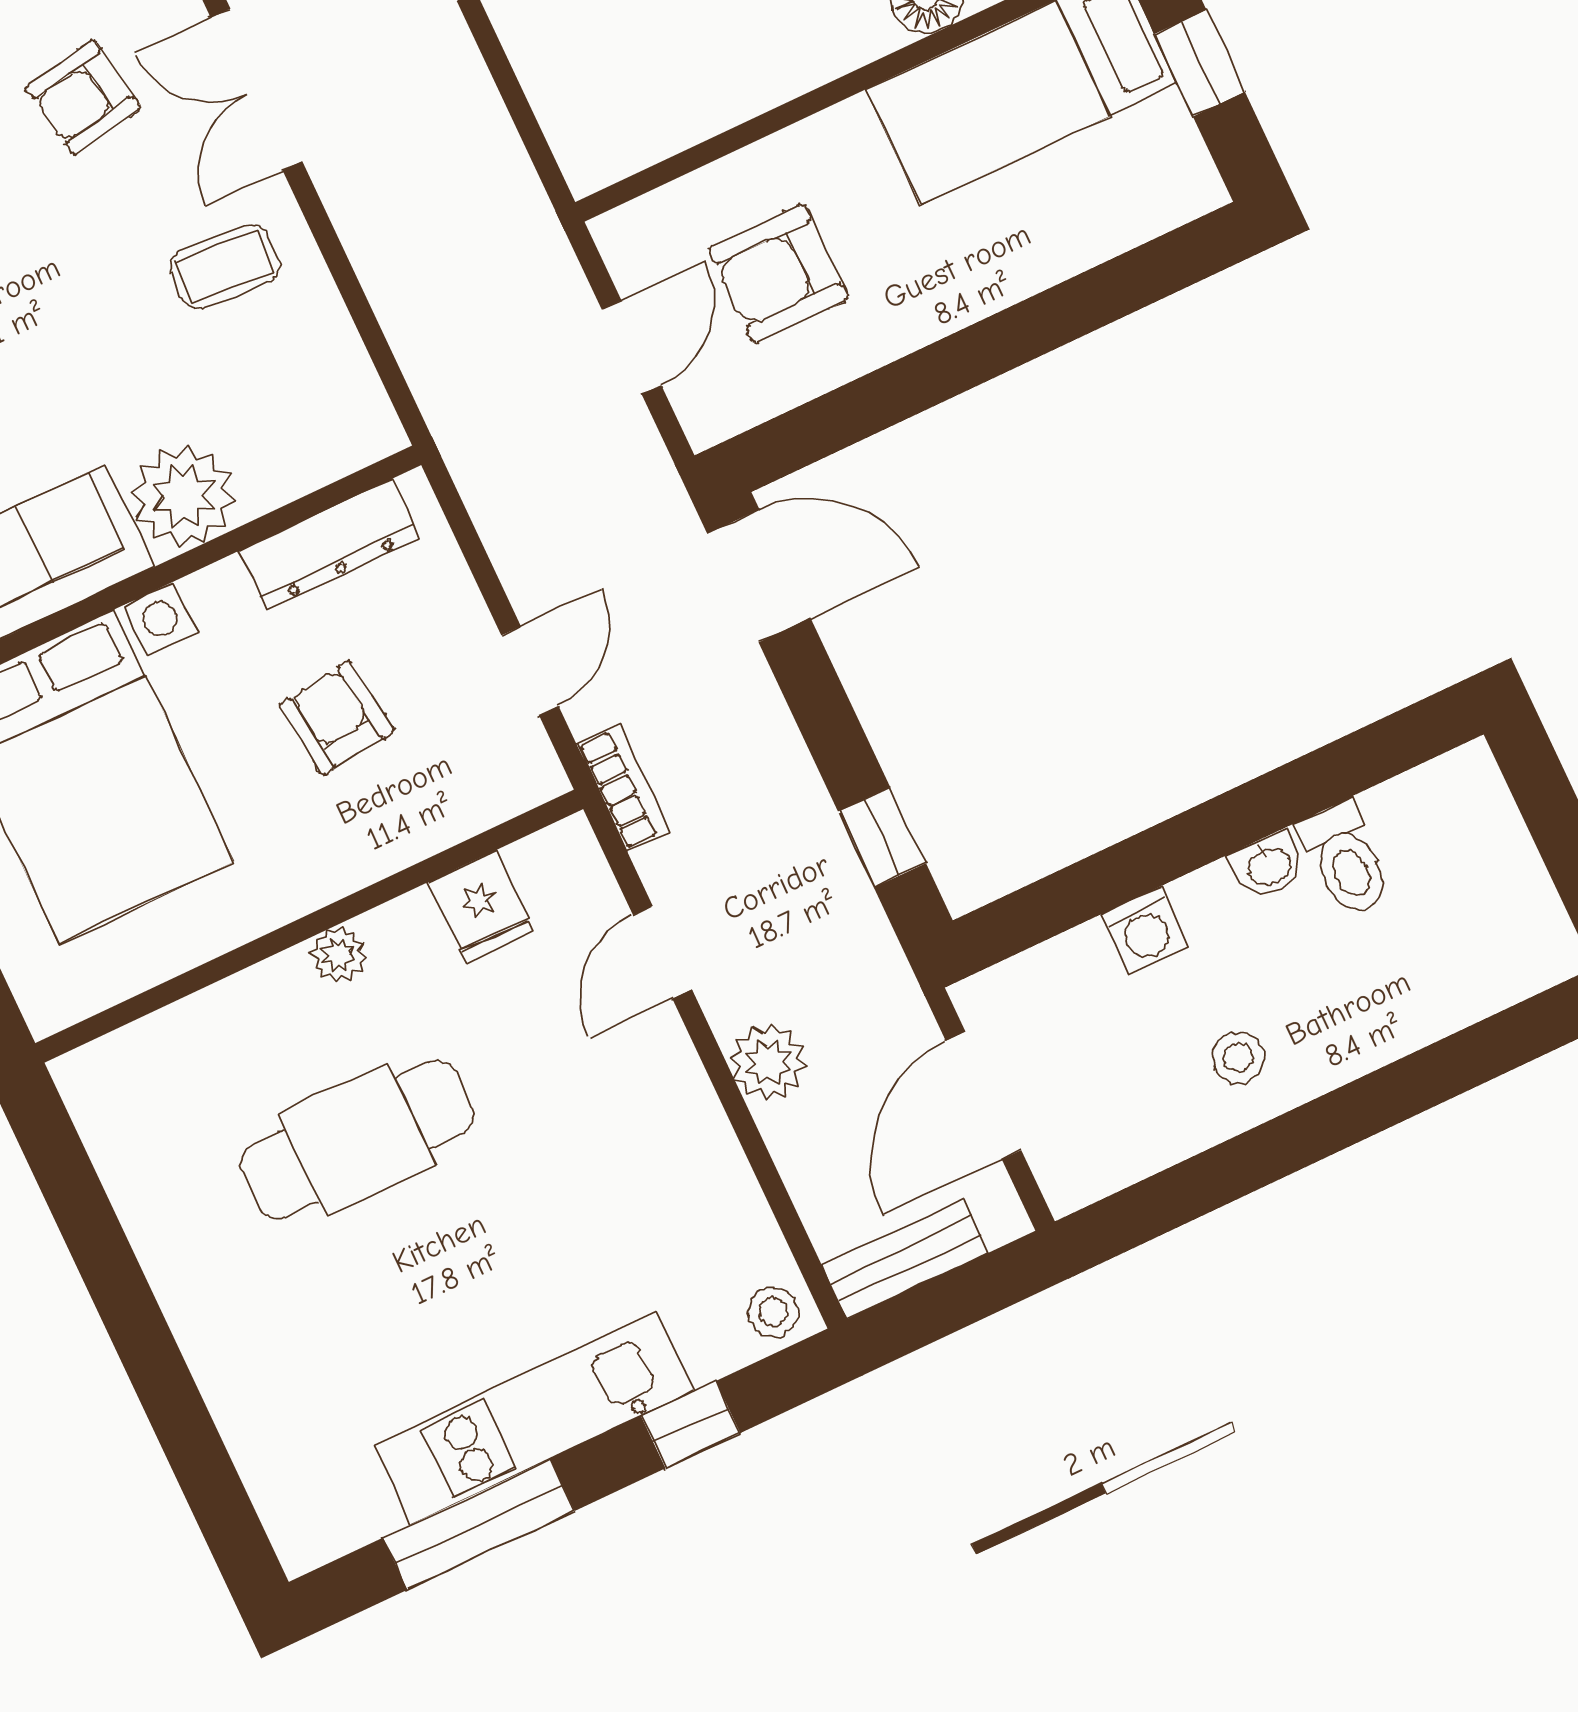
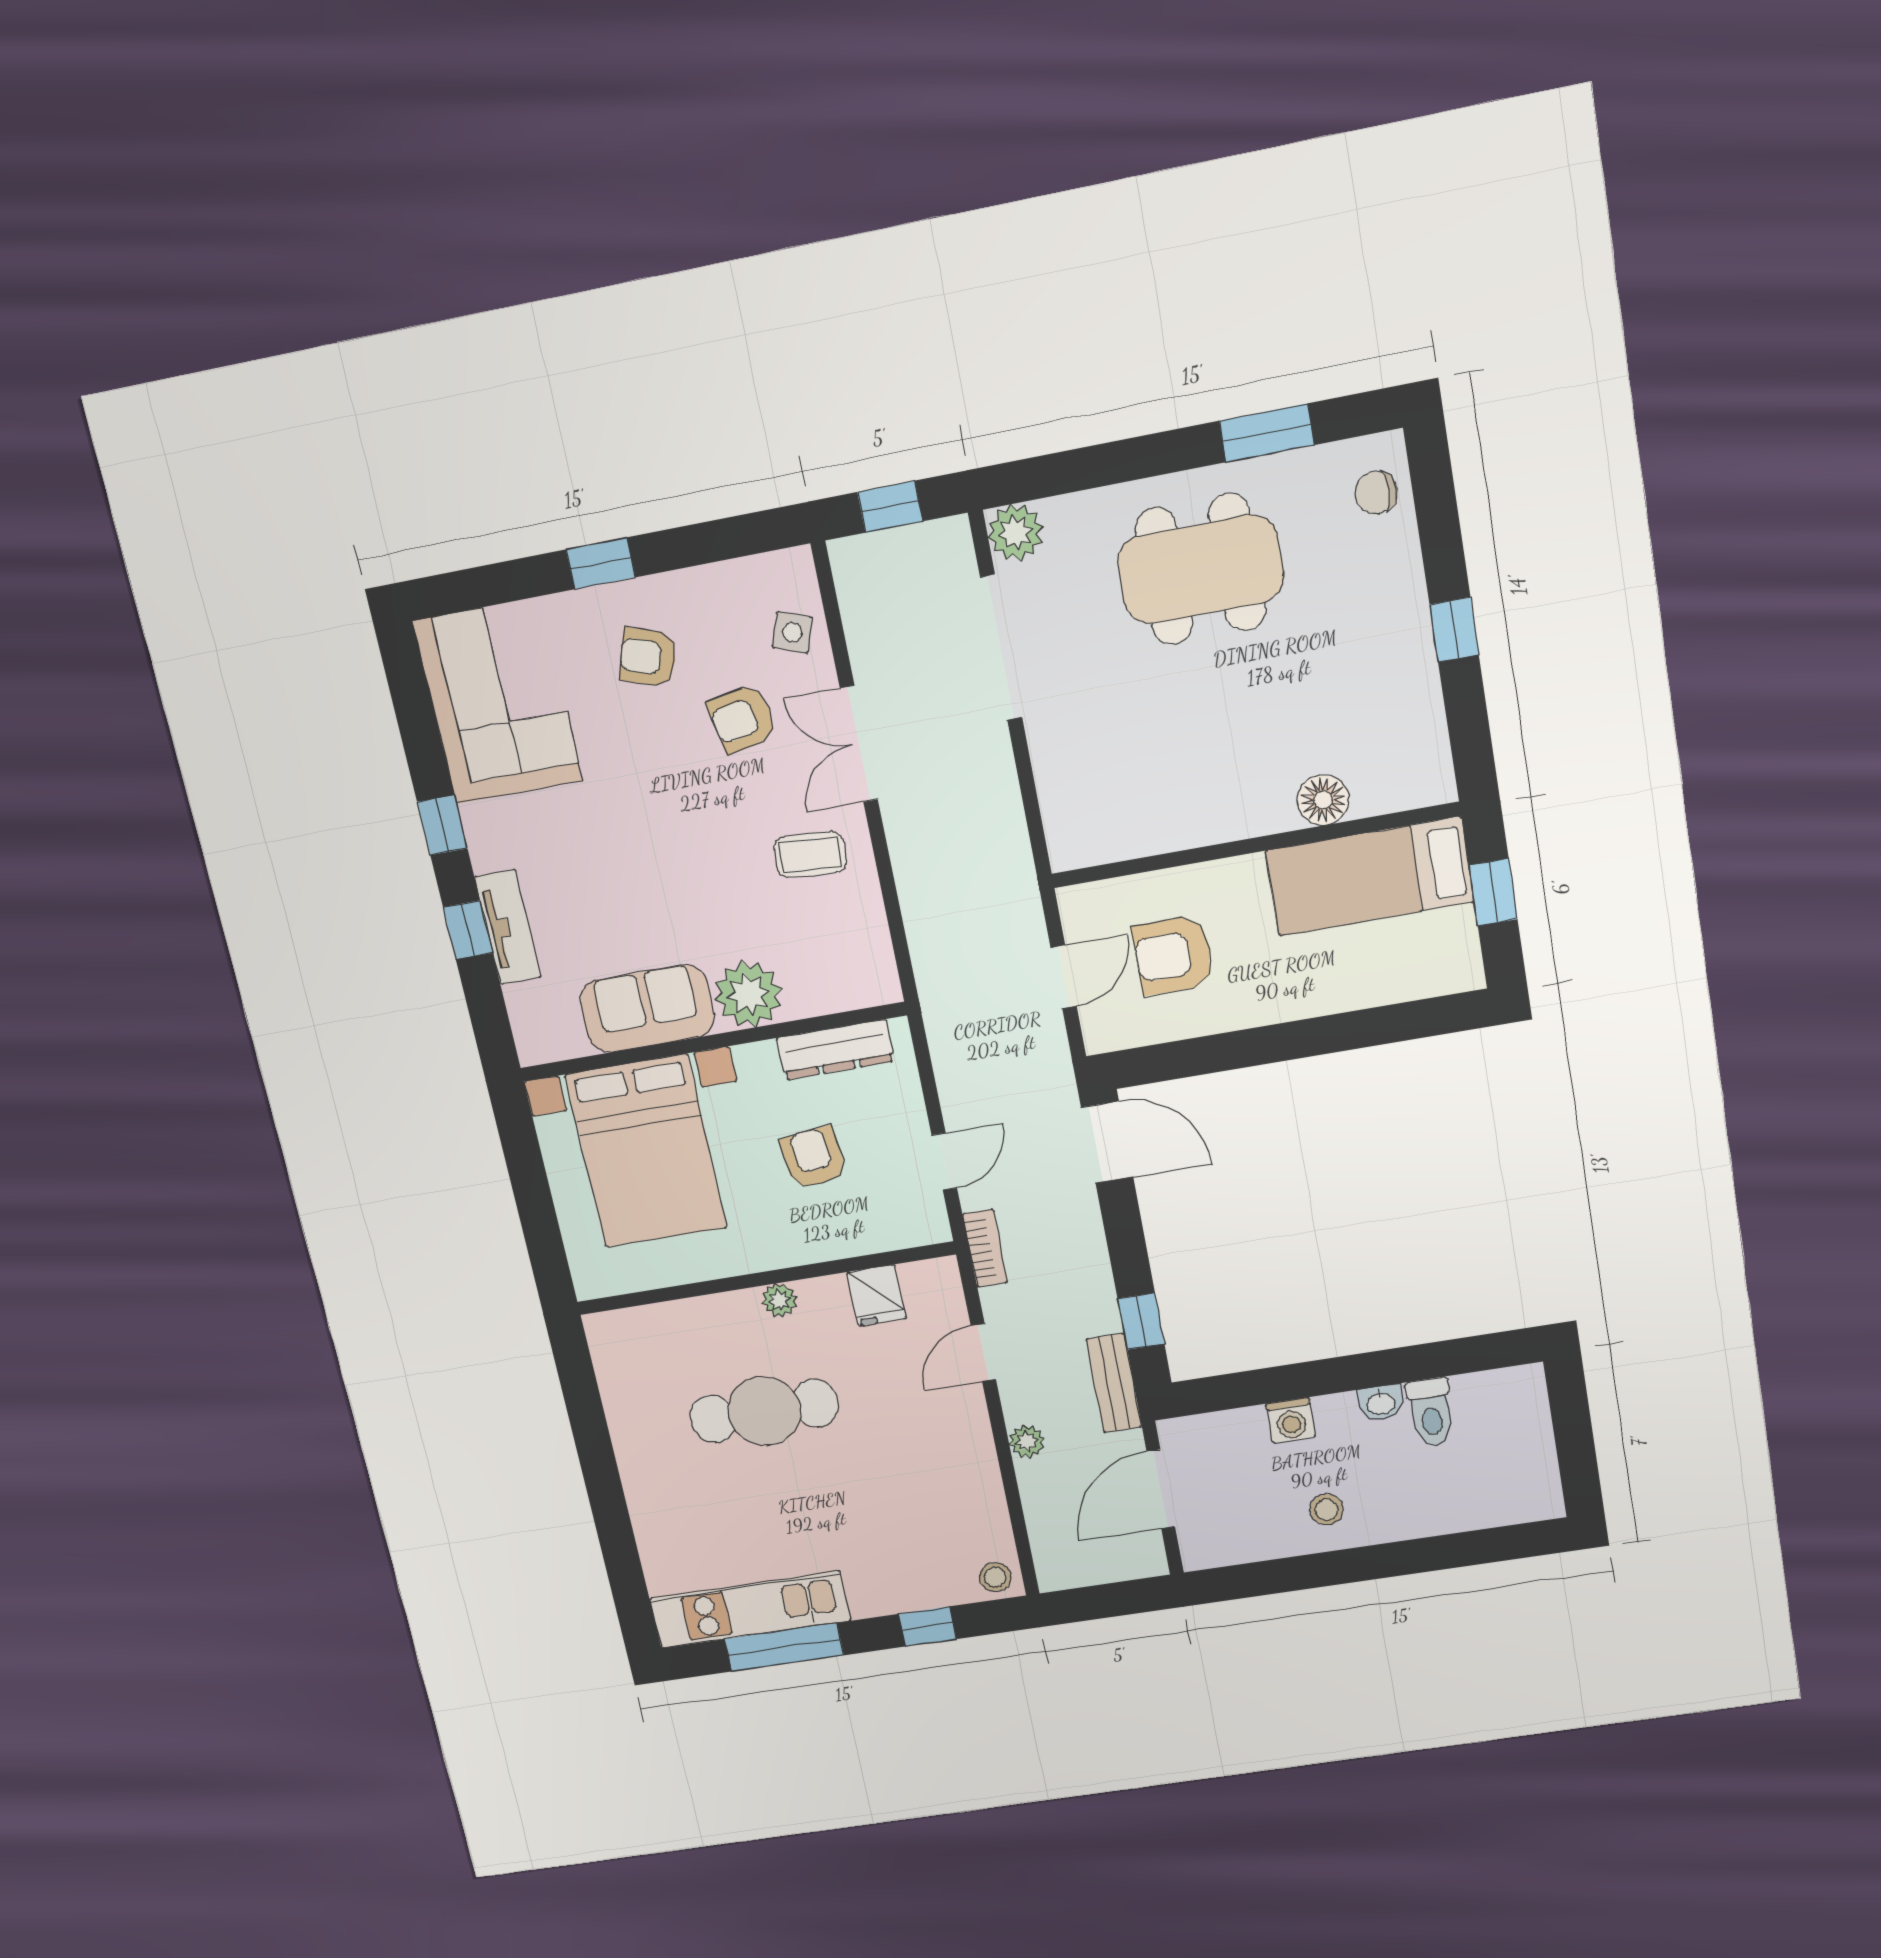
plant: (768, 1062) -> (1027, 1442), width x0.73, depth x0.73
bench: (905, 1259) -> (1114, 1383), moved, turned 90
kitchen unit: (534, 1418) -> (750, 1610), moved

